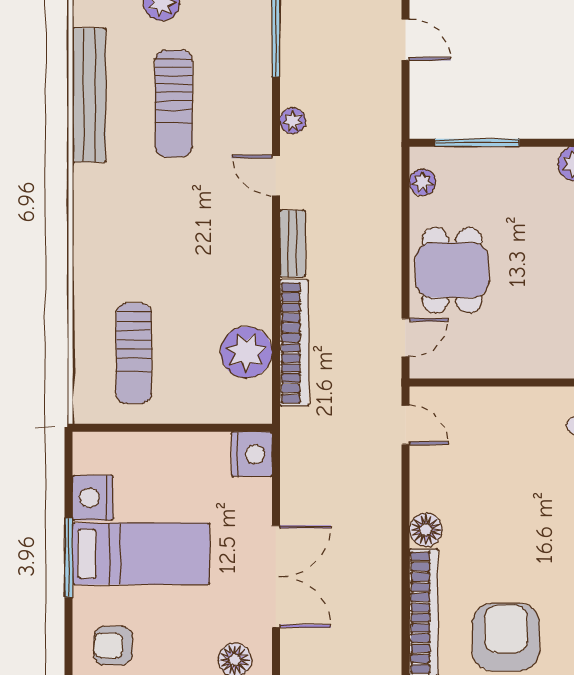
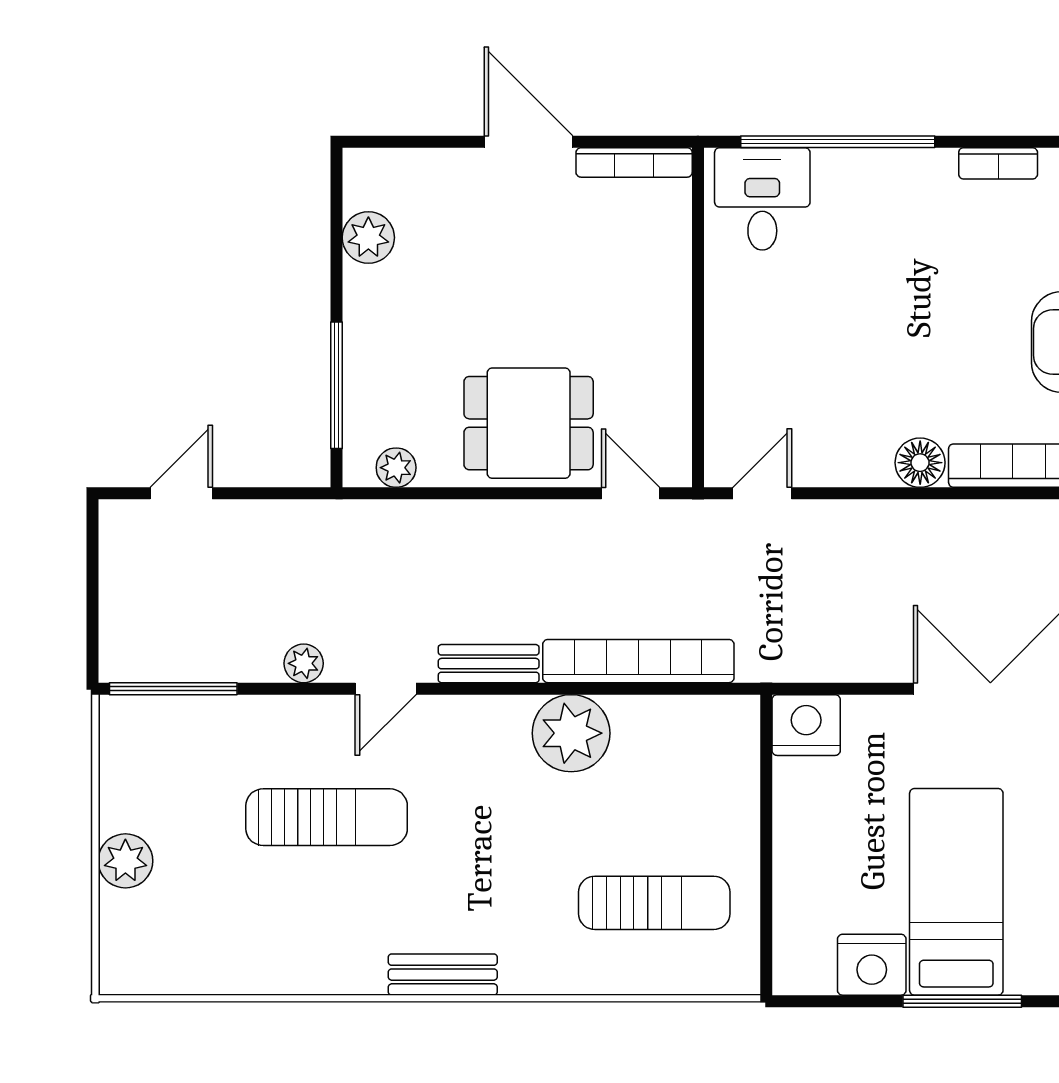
bench: (89, 95) -> (443, 975), moved, width x0.54, depth x0.82
sun lounger: (174, 104) -> (327, 817), moved
plant: (246, 352) -> (571, 733), moved

